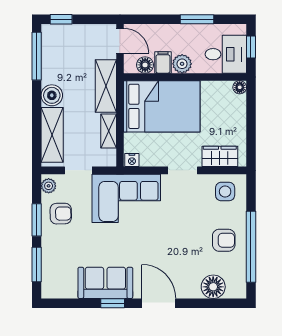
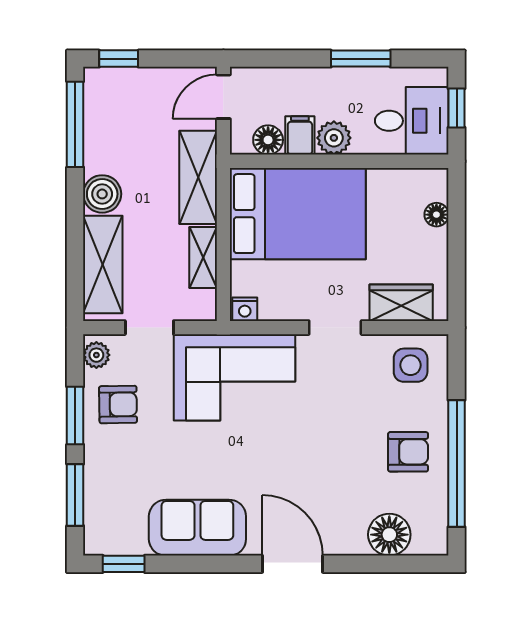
door: (120, 41) -> (223, 97), swing flipped
floor lamp: (240, 87) -> (436, 215), moved
window: (113, 303) -> (124, 564), moved

